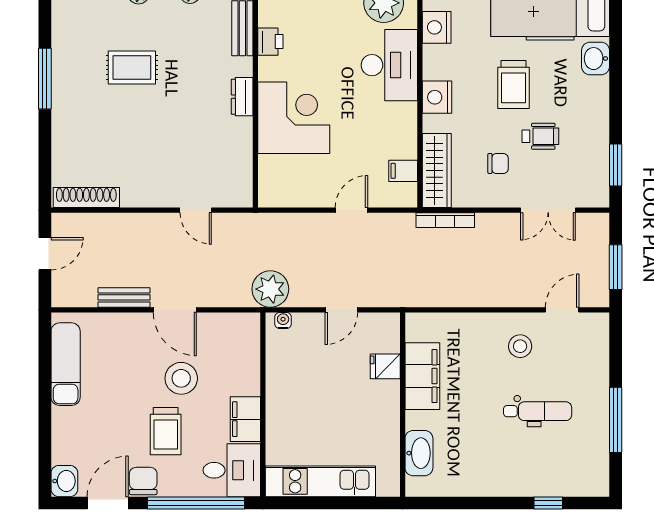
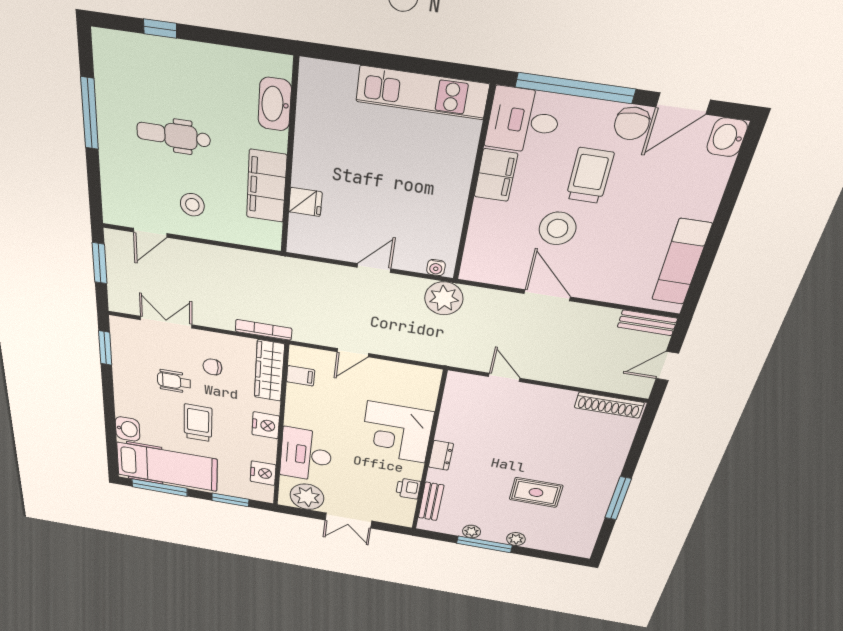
bench: (124, 297) -> (647, 323), moved
fridge: (385, 366) -> (305, 202), moved
filing cabinet: (422, 376) -> (267, 186), moved
wall: (403, 405) -> (290, 160), moved
washbasin: (419, 453) -> (275, 104), moved

